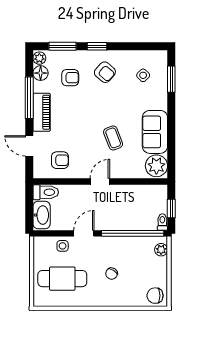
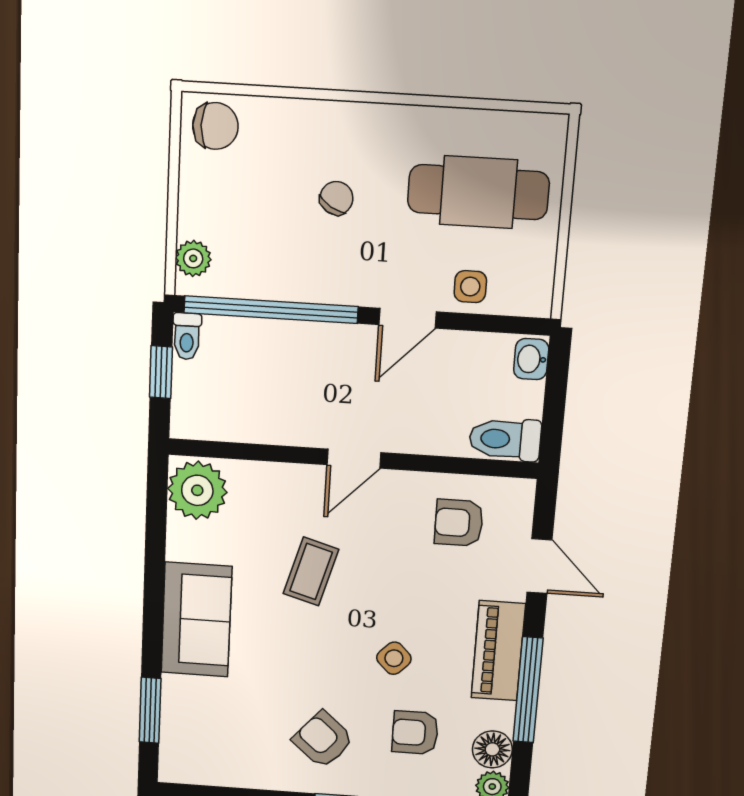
side table: (143, 75) -> (394, 658), moved
sofa: (155, 132) -> (196, 620), moved
coffee table: (113, 138) -> (311, 571), turned 37
washbasin: (42, 215) -> (531, 359), width x0.52, depth x0.69

